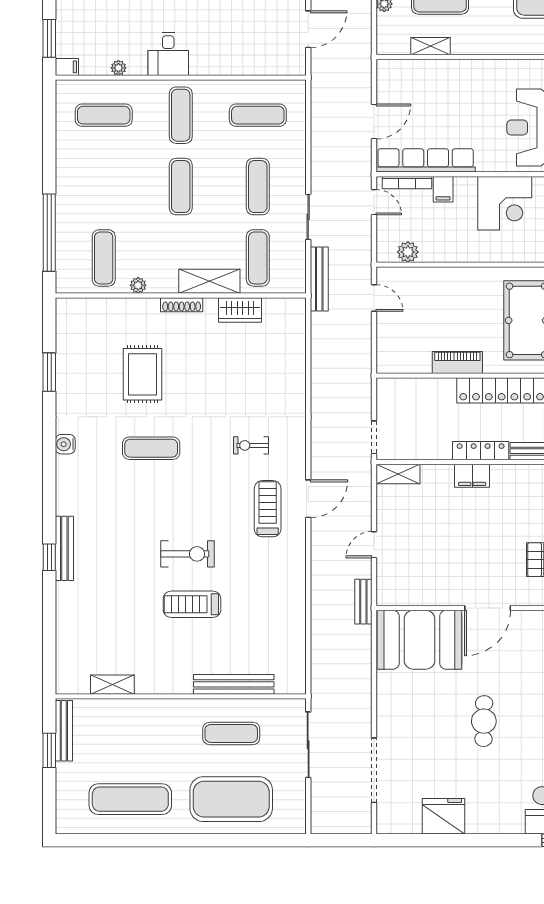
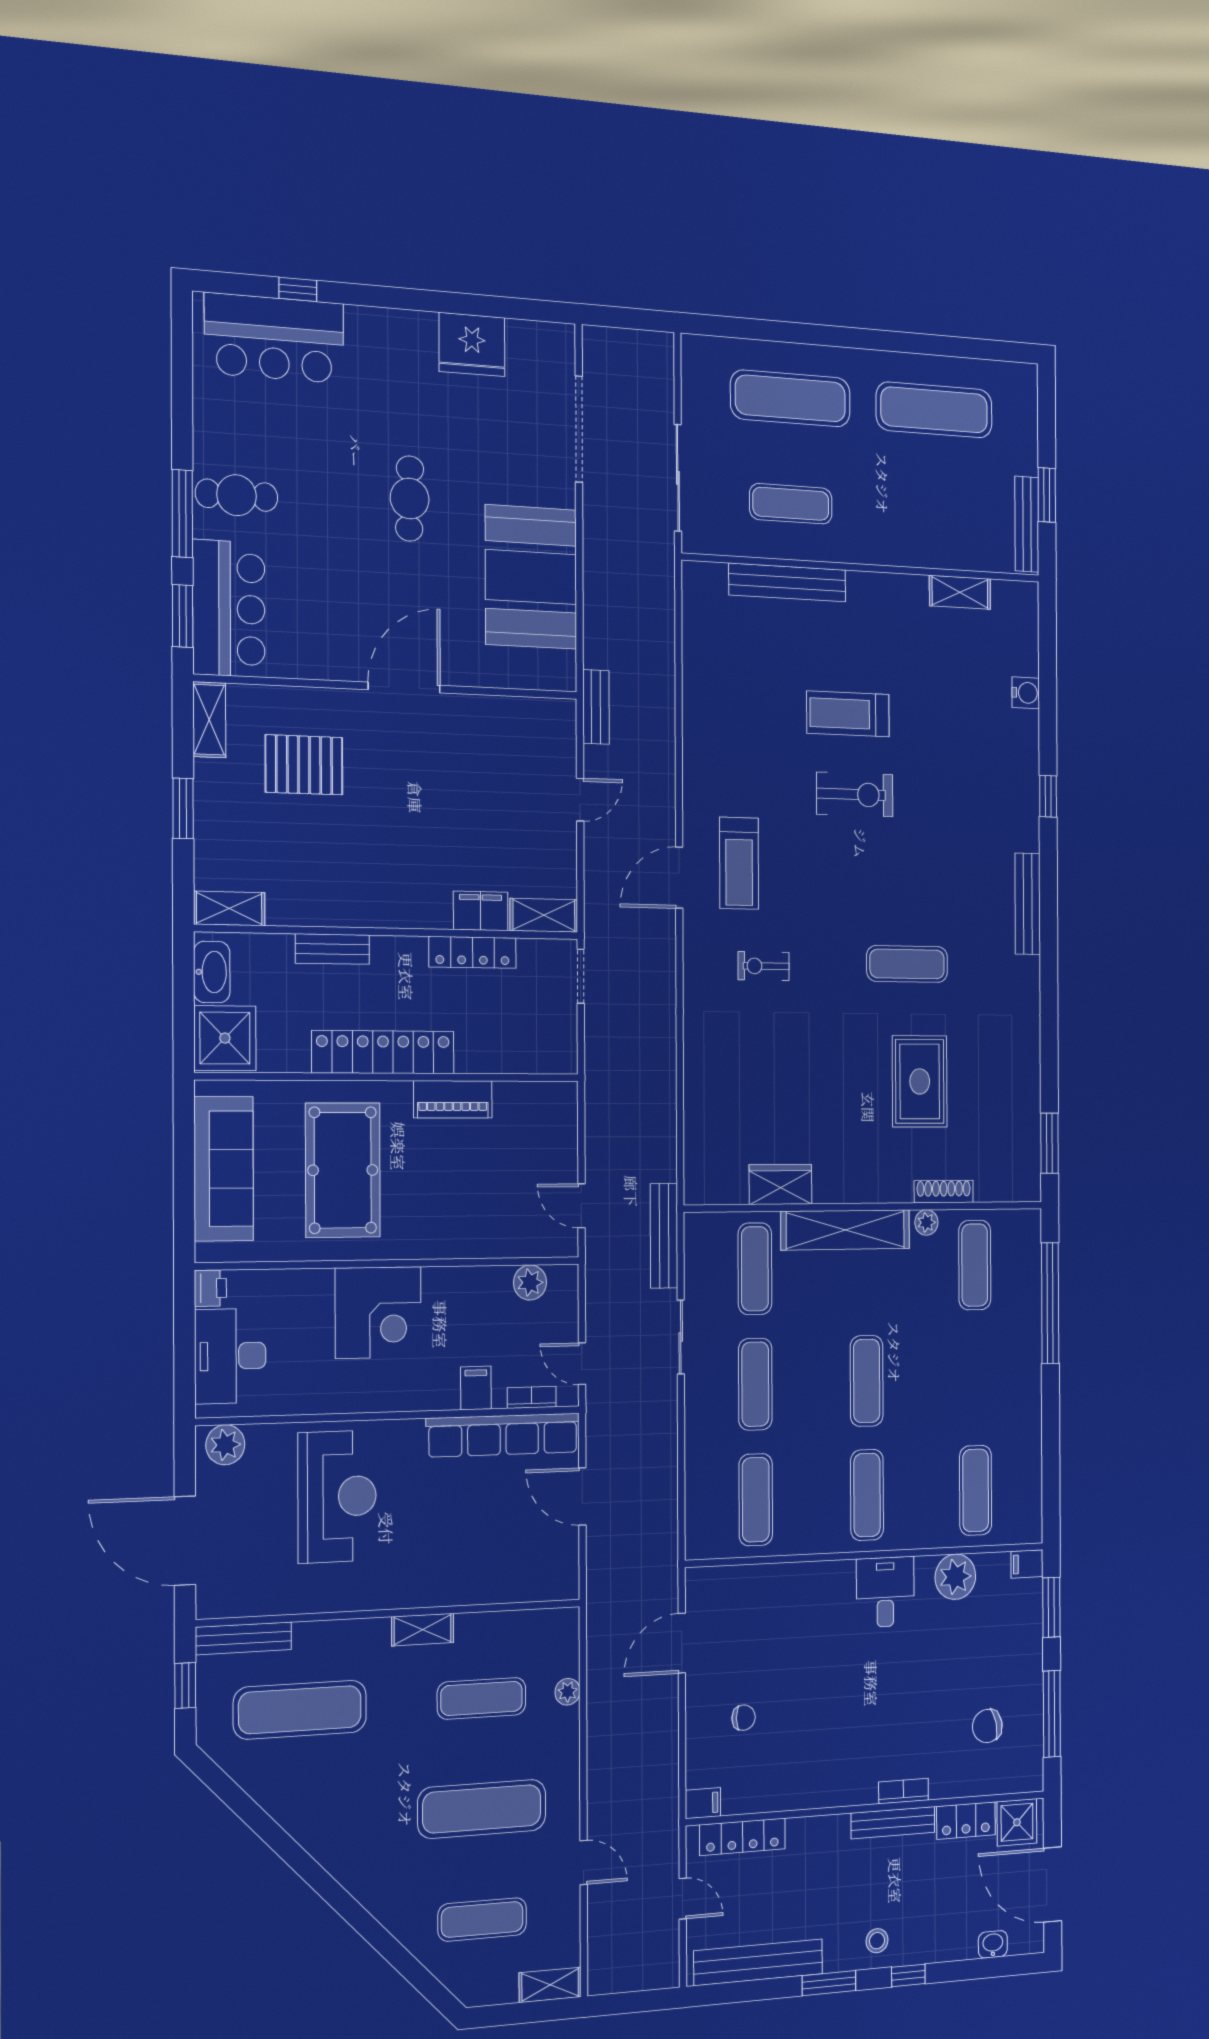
shelving: (430, 46) -> (423, 1630), moved
plant: (118, 68) -> (955, 1577), width x1.88, depth x1.88
exercise mat: (104, 115) -> (976, 1490), turned 90
exercise mat: (258, 115) -> (756, 1500), turned 90
door: (374, 122) -> (582, 1496), hinge flipped
bookcase: (407, 183) -> (532, 1397), width x0.64
corner desk: (505, 203) -> (378, 1313), moved, turned 180
shelving: (209, 281) -> (845, 1230), width x1.47
shoe rack: (182, 305) -> (944, 1192), moved
window: (49, 372) -> (1049, 1143), moved
water cooler: (65, 444) -> (1026, 693), moved
exercise bike: (251, 445) -> (764, 966), turned 180
locker: (481, 451) -> (472, 952), moved
filing cabinet: (472, 476) -> (481, 911), moved
bench: (64, 548) -> (1028, 904), moved
exercise bike: (187, 554) -> (855, 794), turned 180
treadmill: (192, 604) -> (848, 714), turned 180
booth: (419, 640) -> (531, 577), moved, turned 90
exercise mat: (231, 799) -> (790, 398), width x0.68

